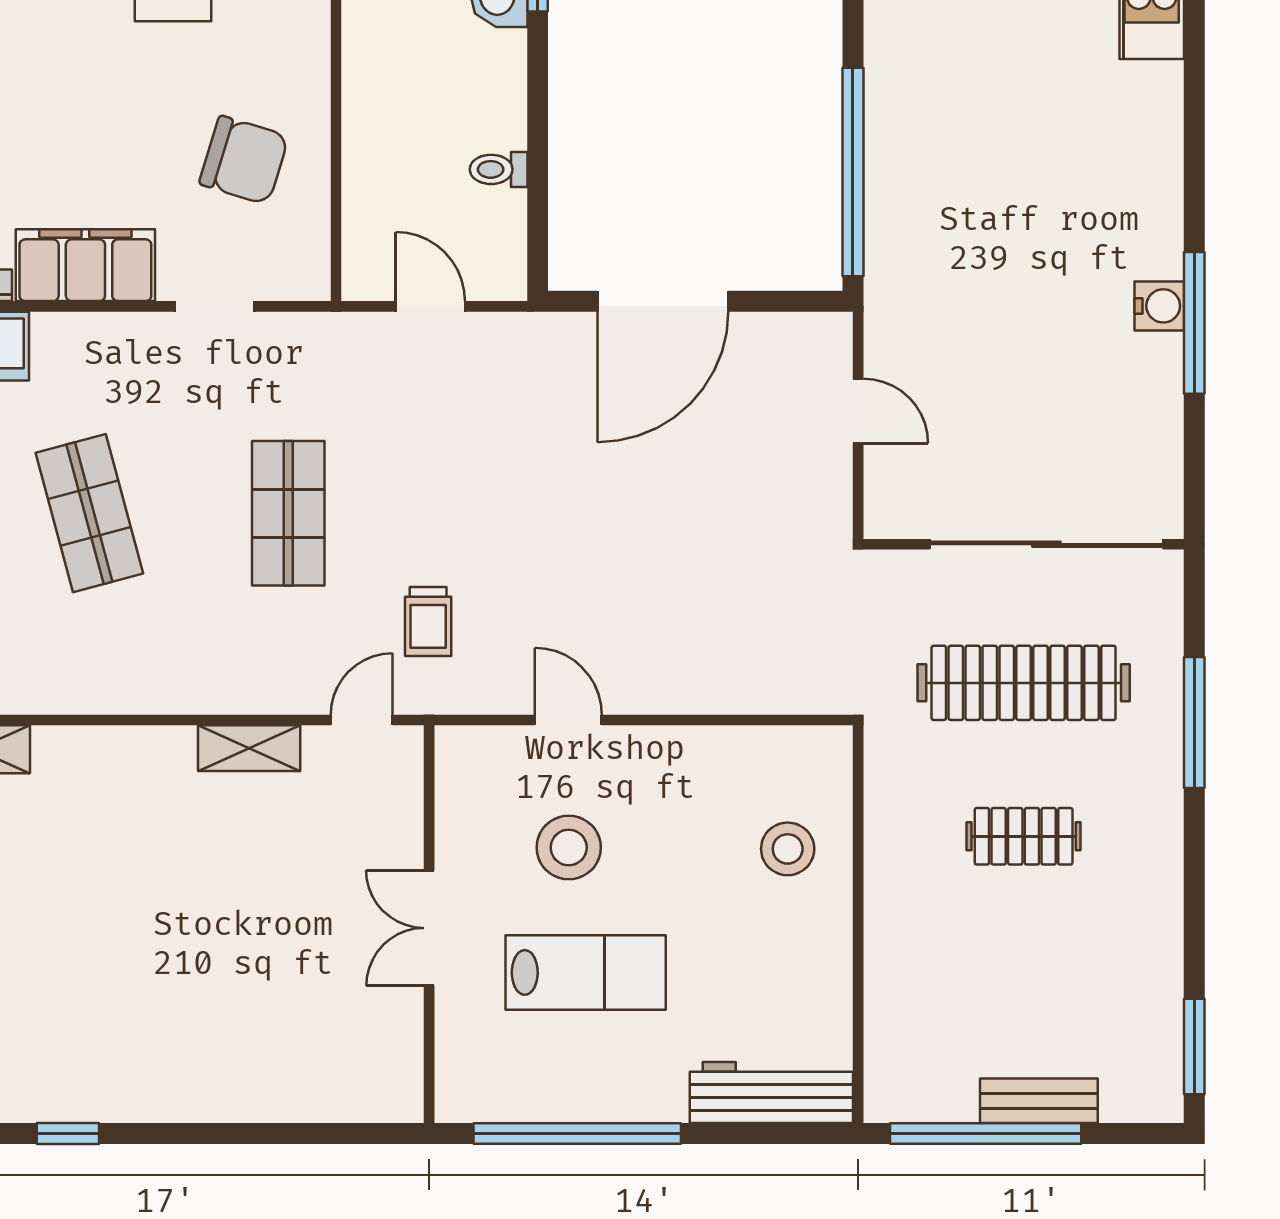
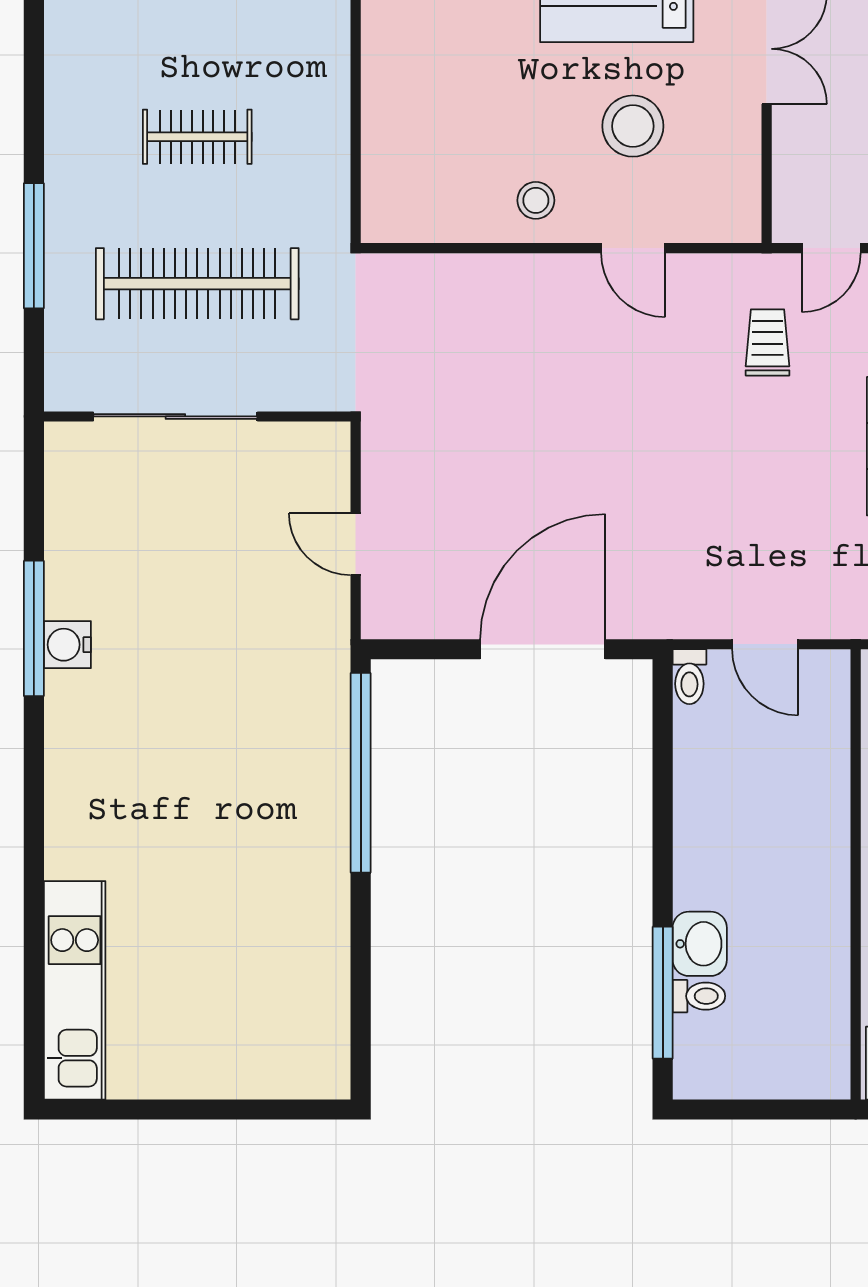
toilet: (499, 169) -> (689, 677), moved, turned 90
sliding door: (1046, 544) -> (175, 416), width x0.73
stool: (788, 849) -> (536, 200), moved, width x0.73, depth x0.73

